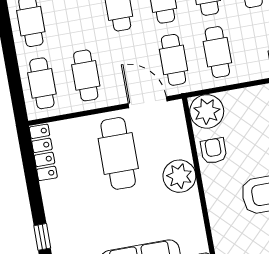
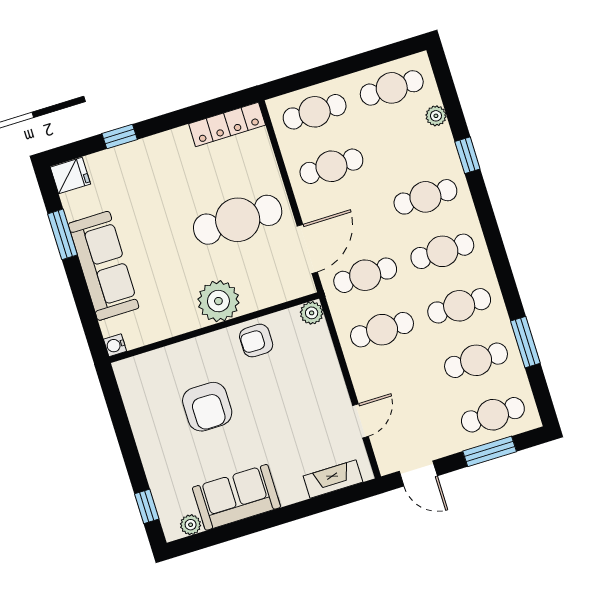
plant: (207, 111) -> (312, 313), width x0.53, depth x0.53
armchair: (214, 151) -> (256, 341), turned 180

